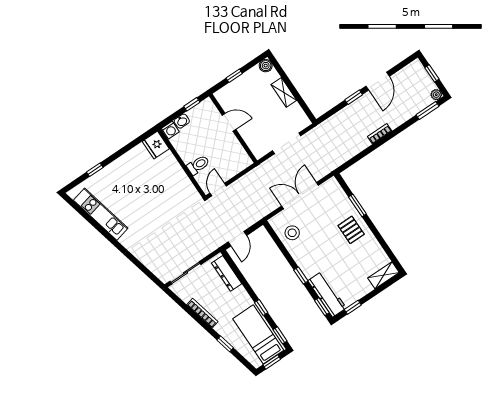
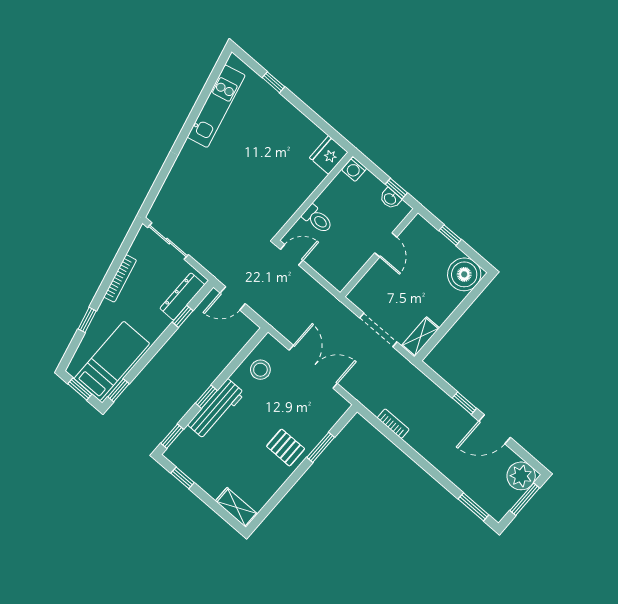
boiler: (266, 66) -> (464, 274), width x1.86, depth x1.86
window: (432, 73) -> (525, 499), width x1.50
shelving: (284, 92) -> (420, 337), moved
plant: (436, 95) -> (521, 476), moved, width x1.87, depth x1.87
washbasin: (182, 121) -> (390, 199), moved
bookcase: (380, 134) -> (393, 424), moved
pallet: (351, 230) -> (286, 448), turned 90
workbench: (327, 294) -> (216, 409), moved
window: (261, 308) -> (183, 316), moved

